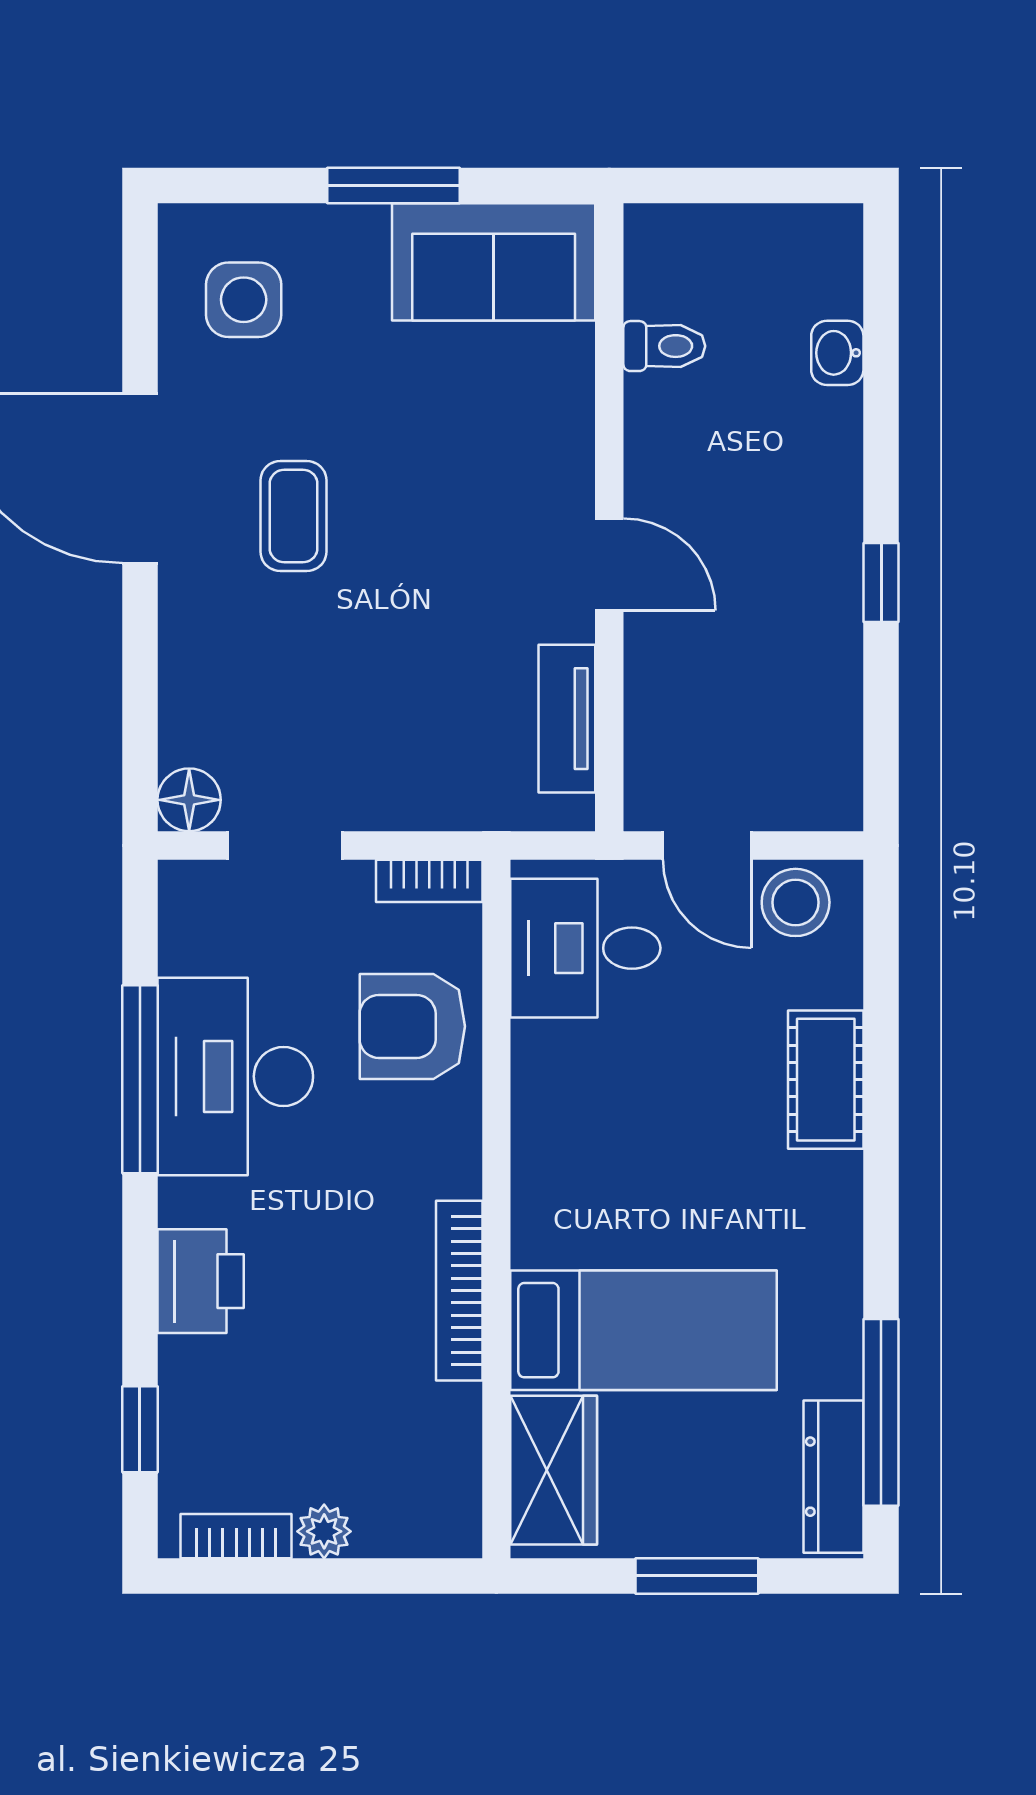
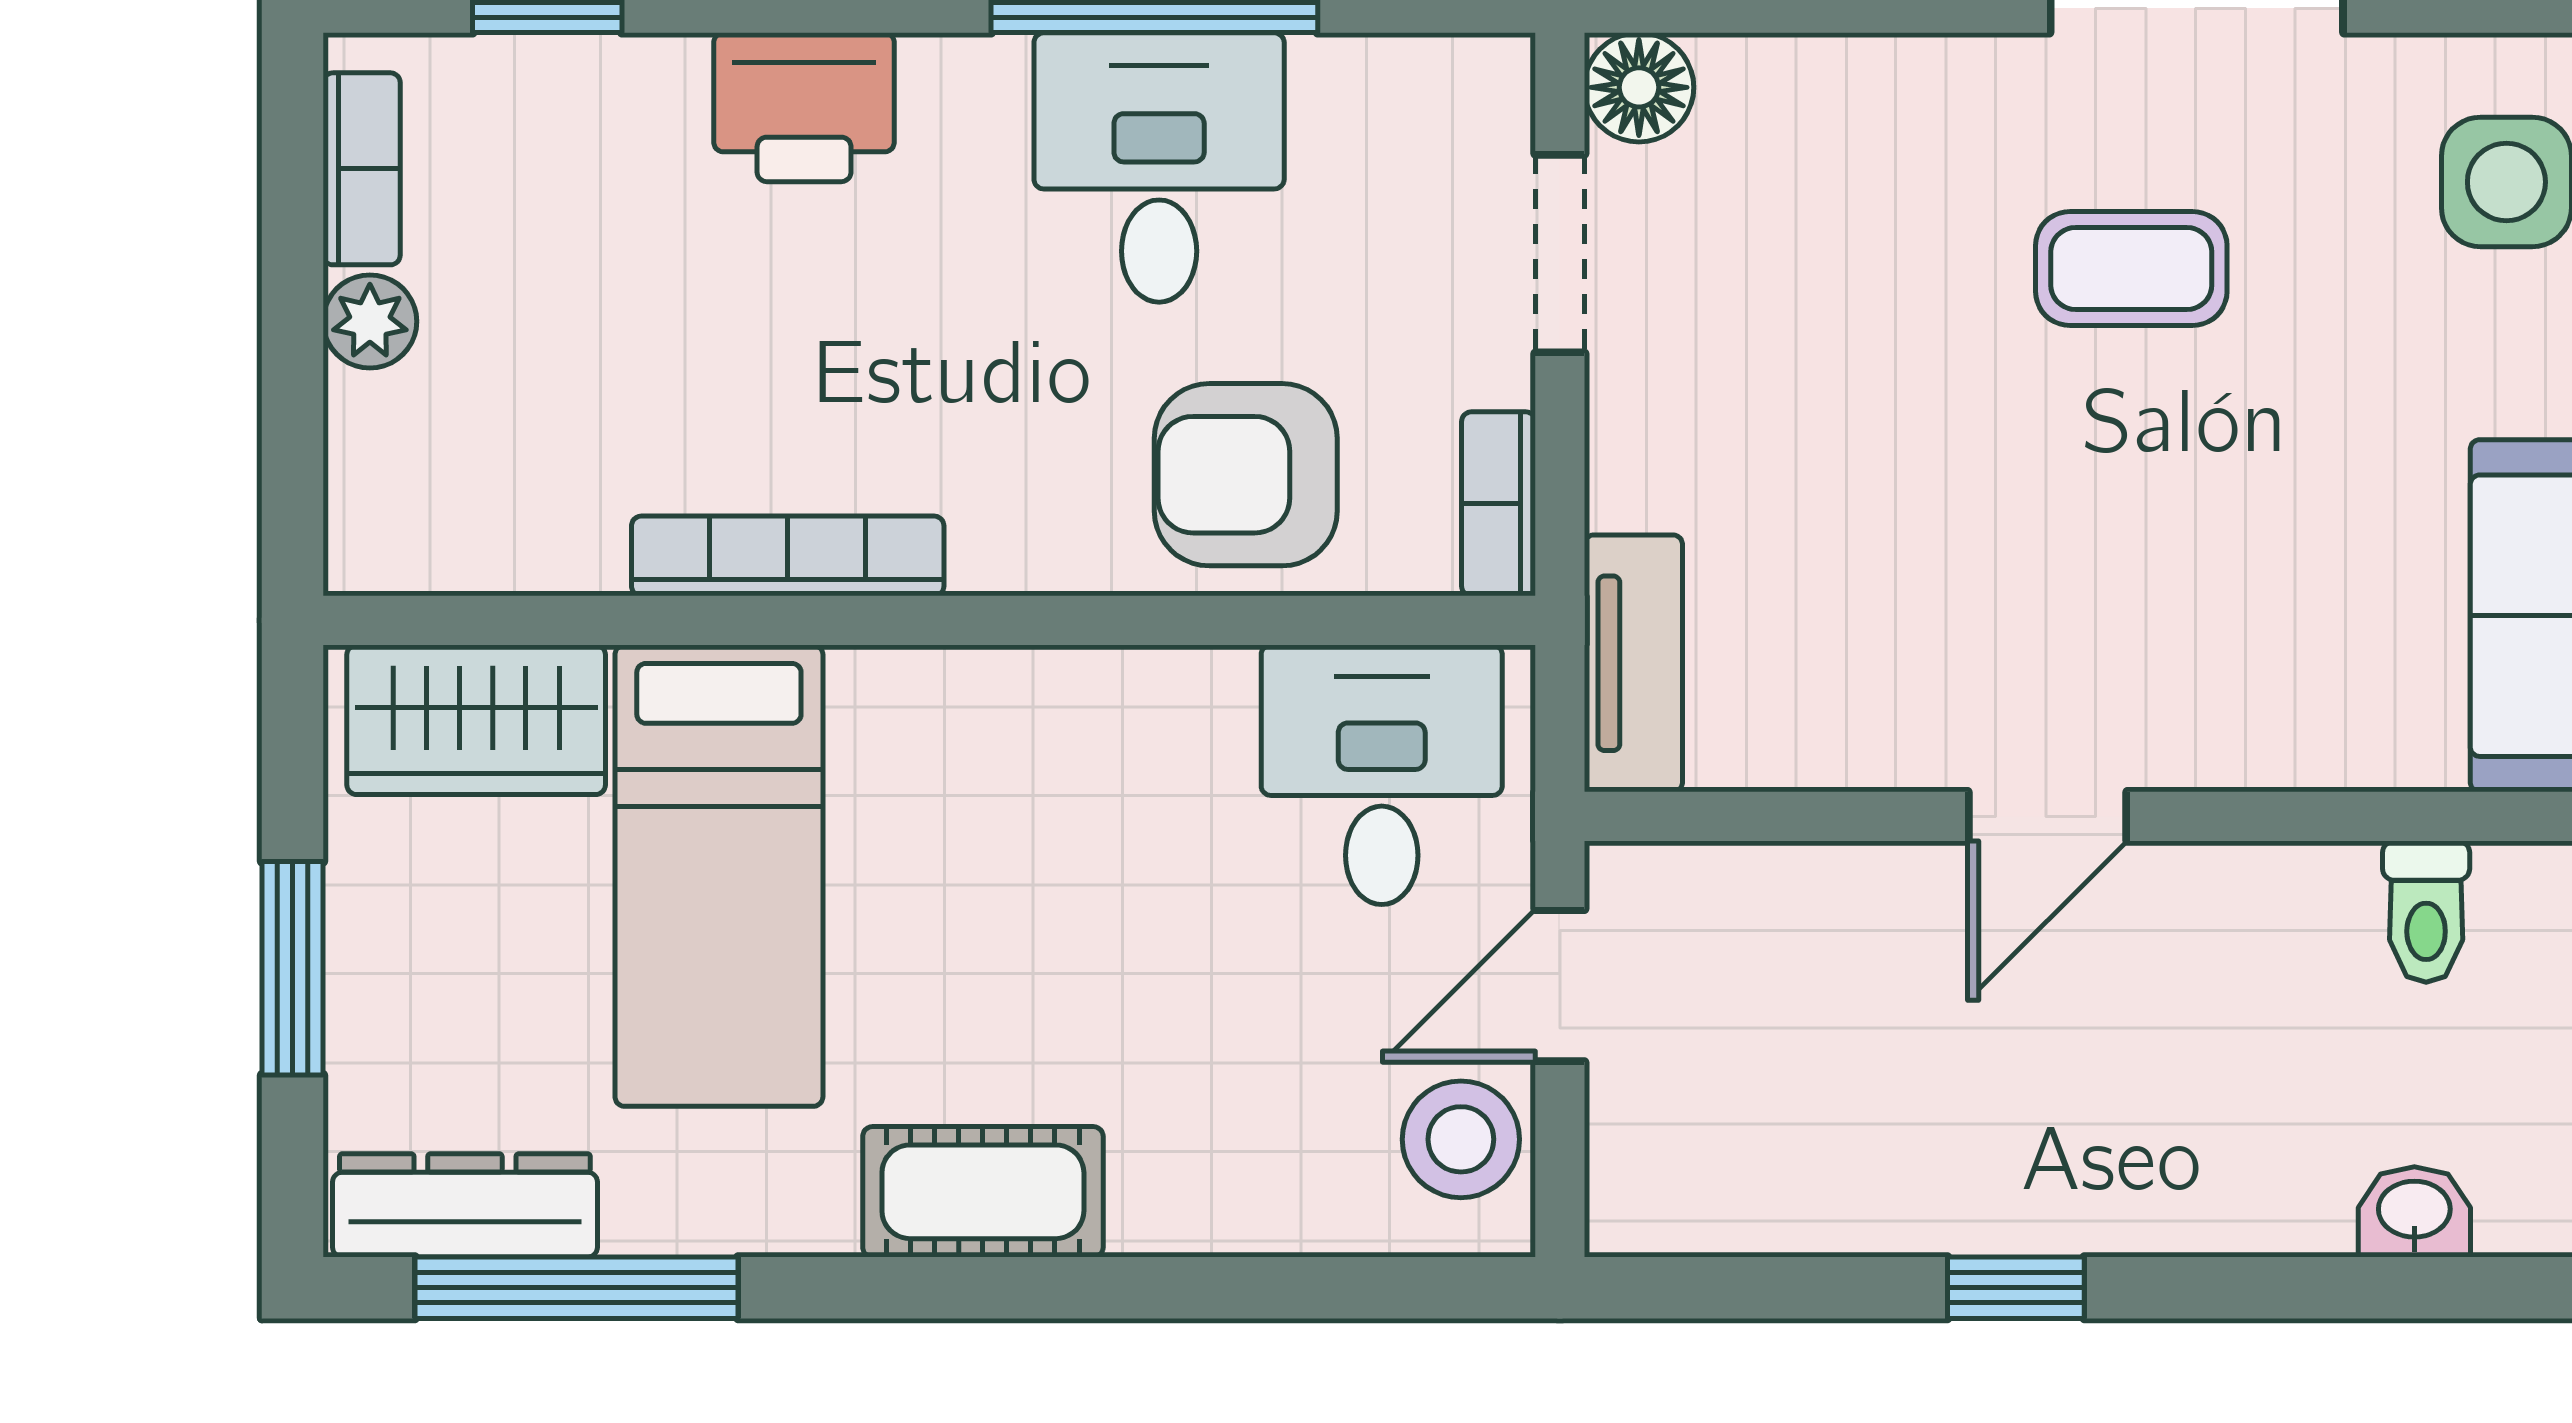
tv unit: (567, 719) -> (1633, 663), moved, turned 90
armchair: (412, 1026) -> (1246, 475), turned -90
desk: (235, 1076) -> (1159, 168), width x0.73
cot: (826, 1080) -> (983, 1192), moved

